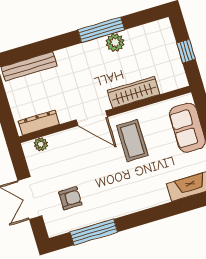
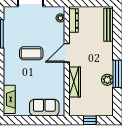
coffee table: (132, 140) -> (31, 53), moved
armchair: (70, 198) -> (23, 26), removed

